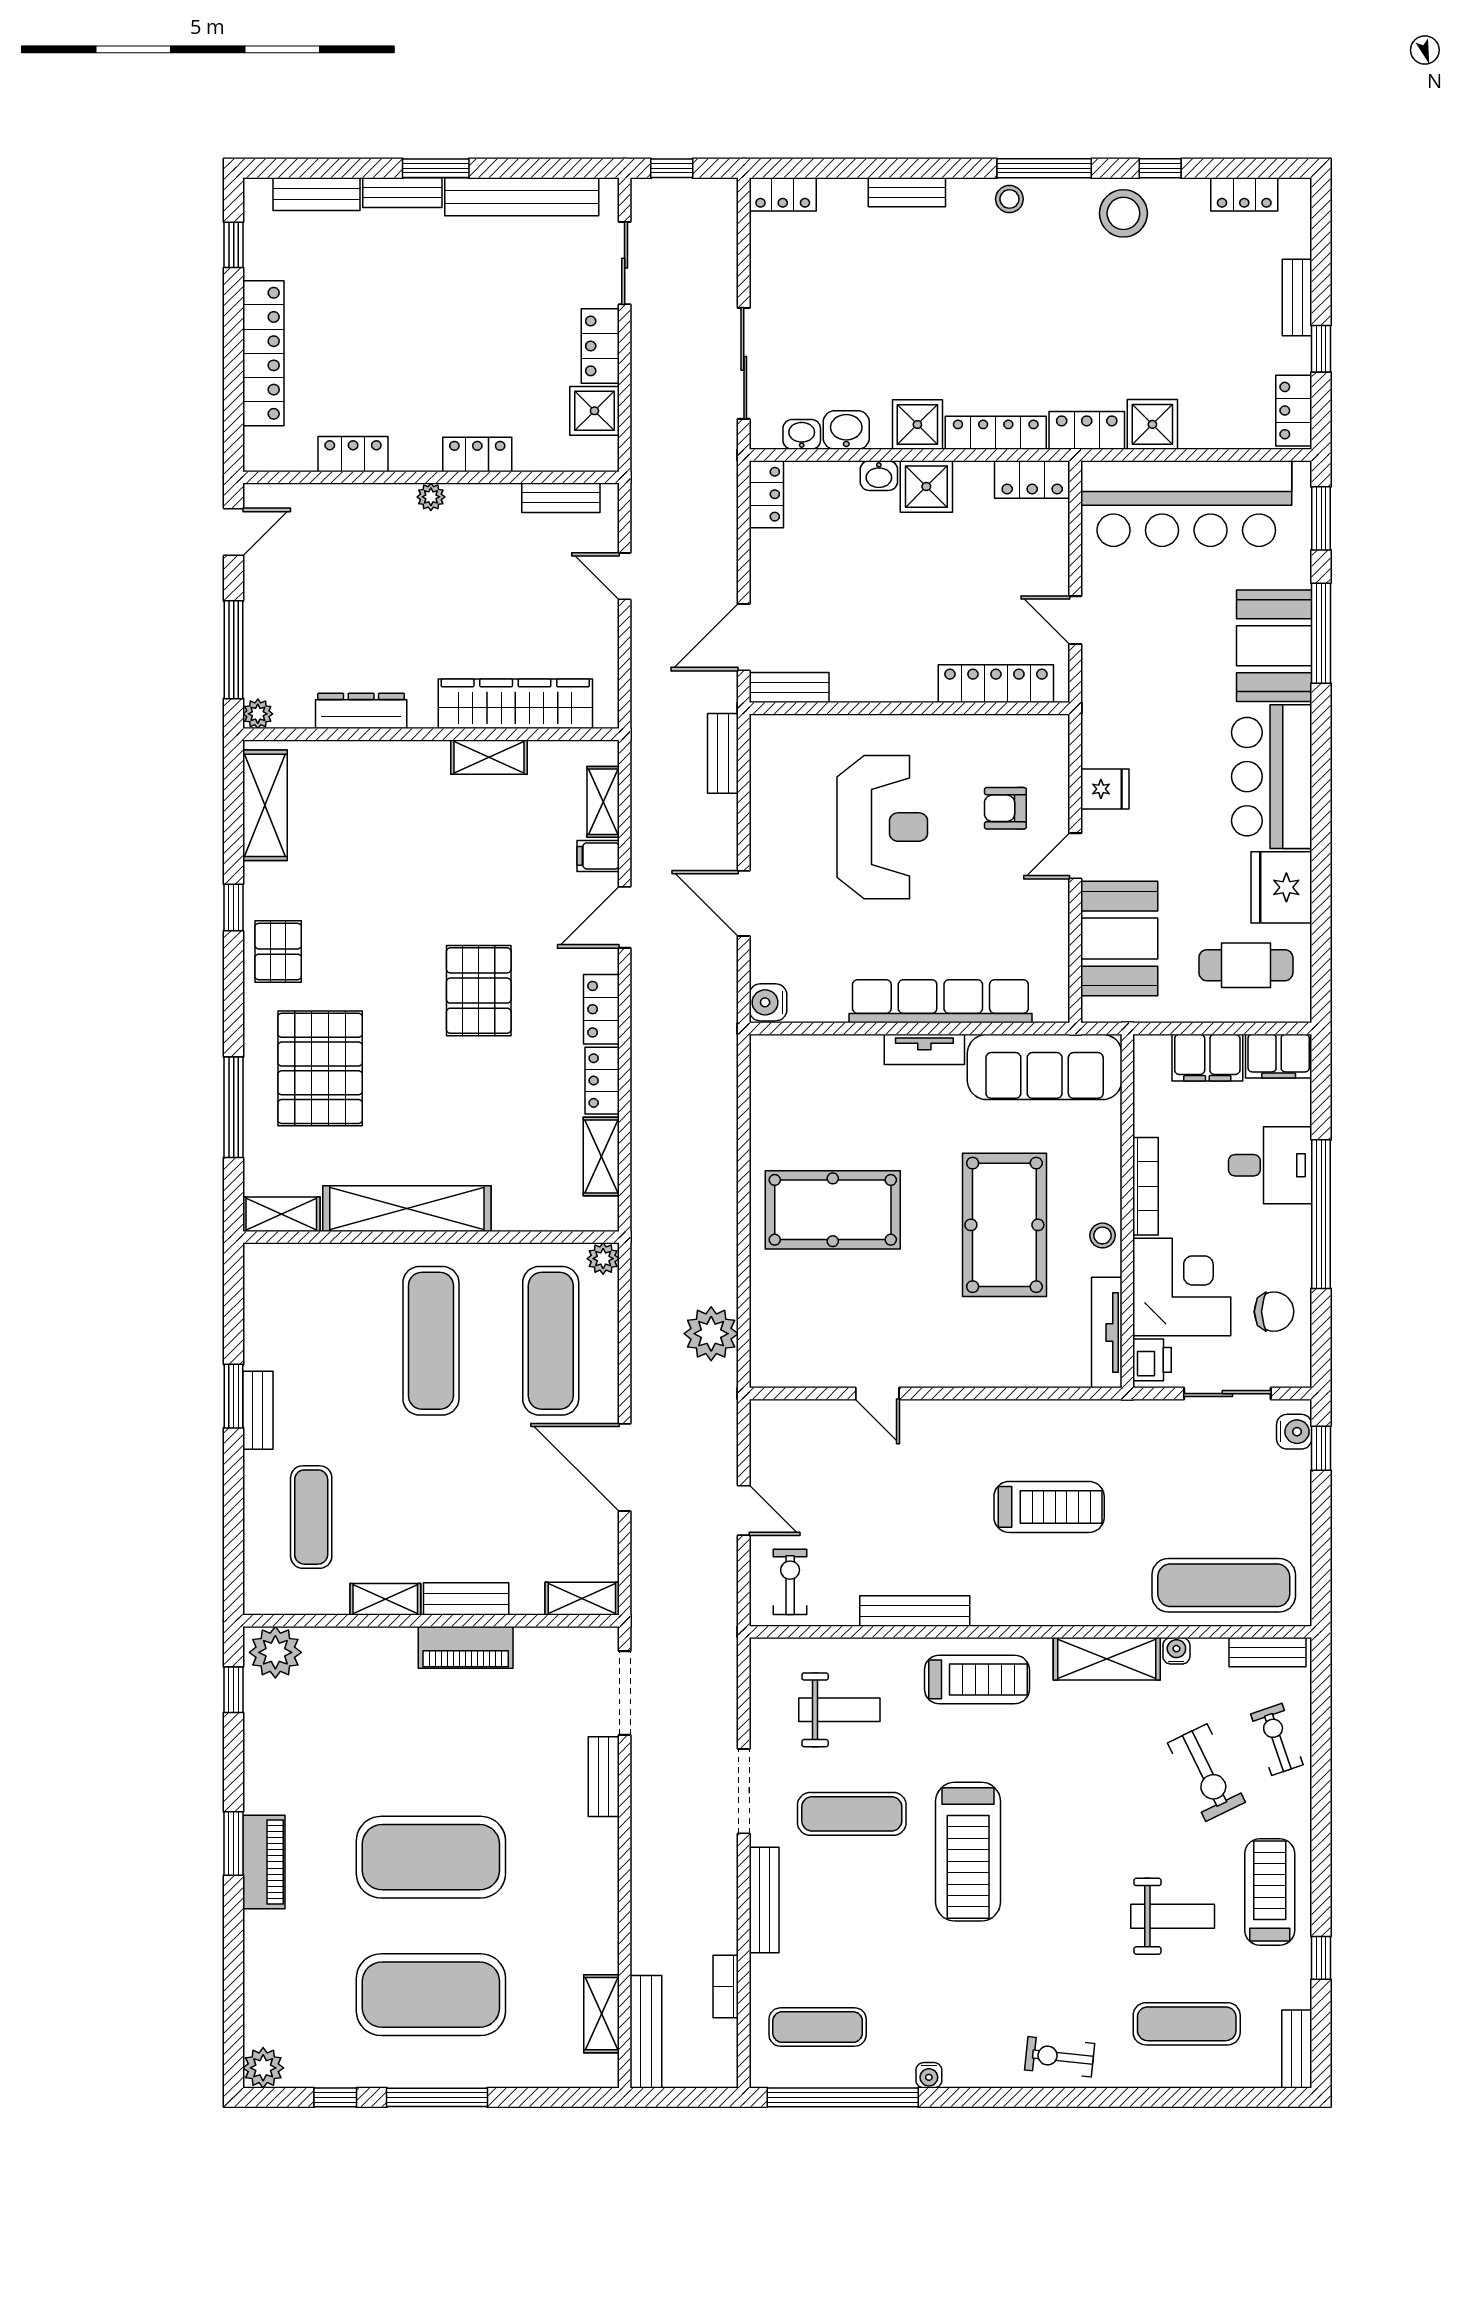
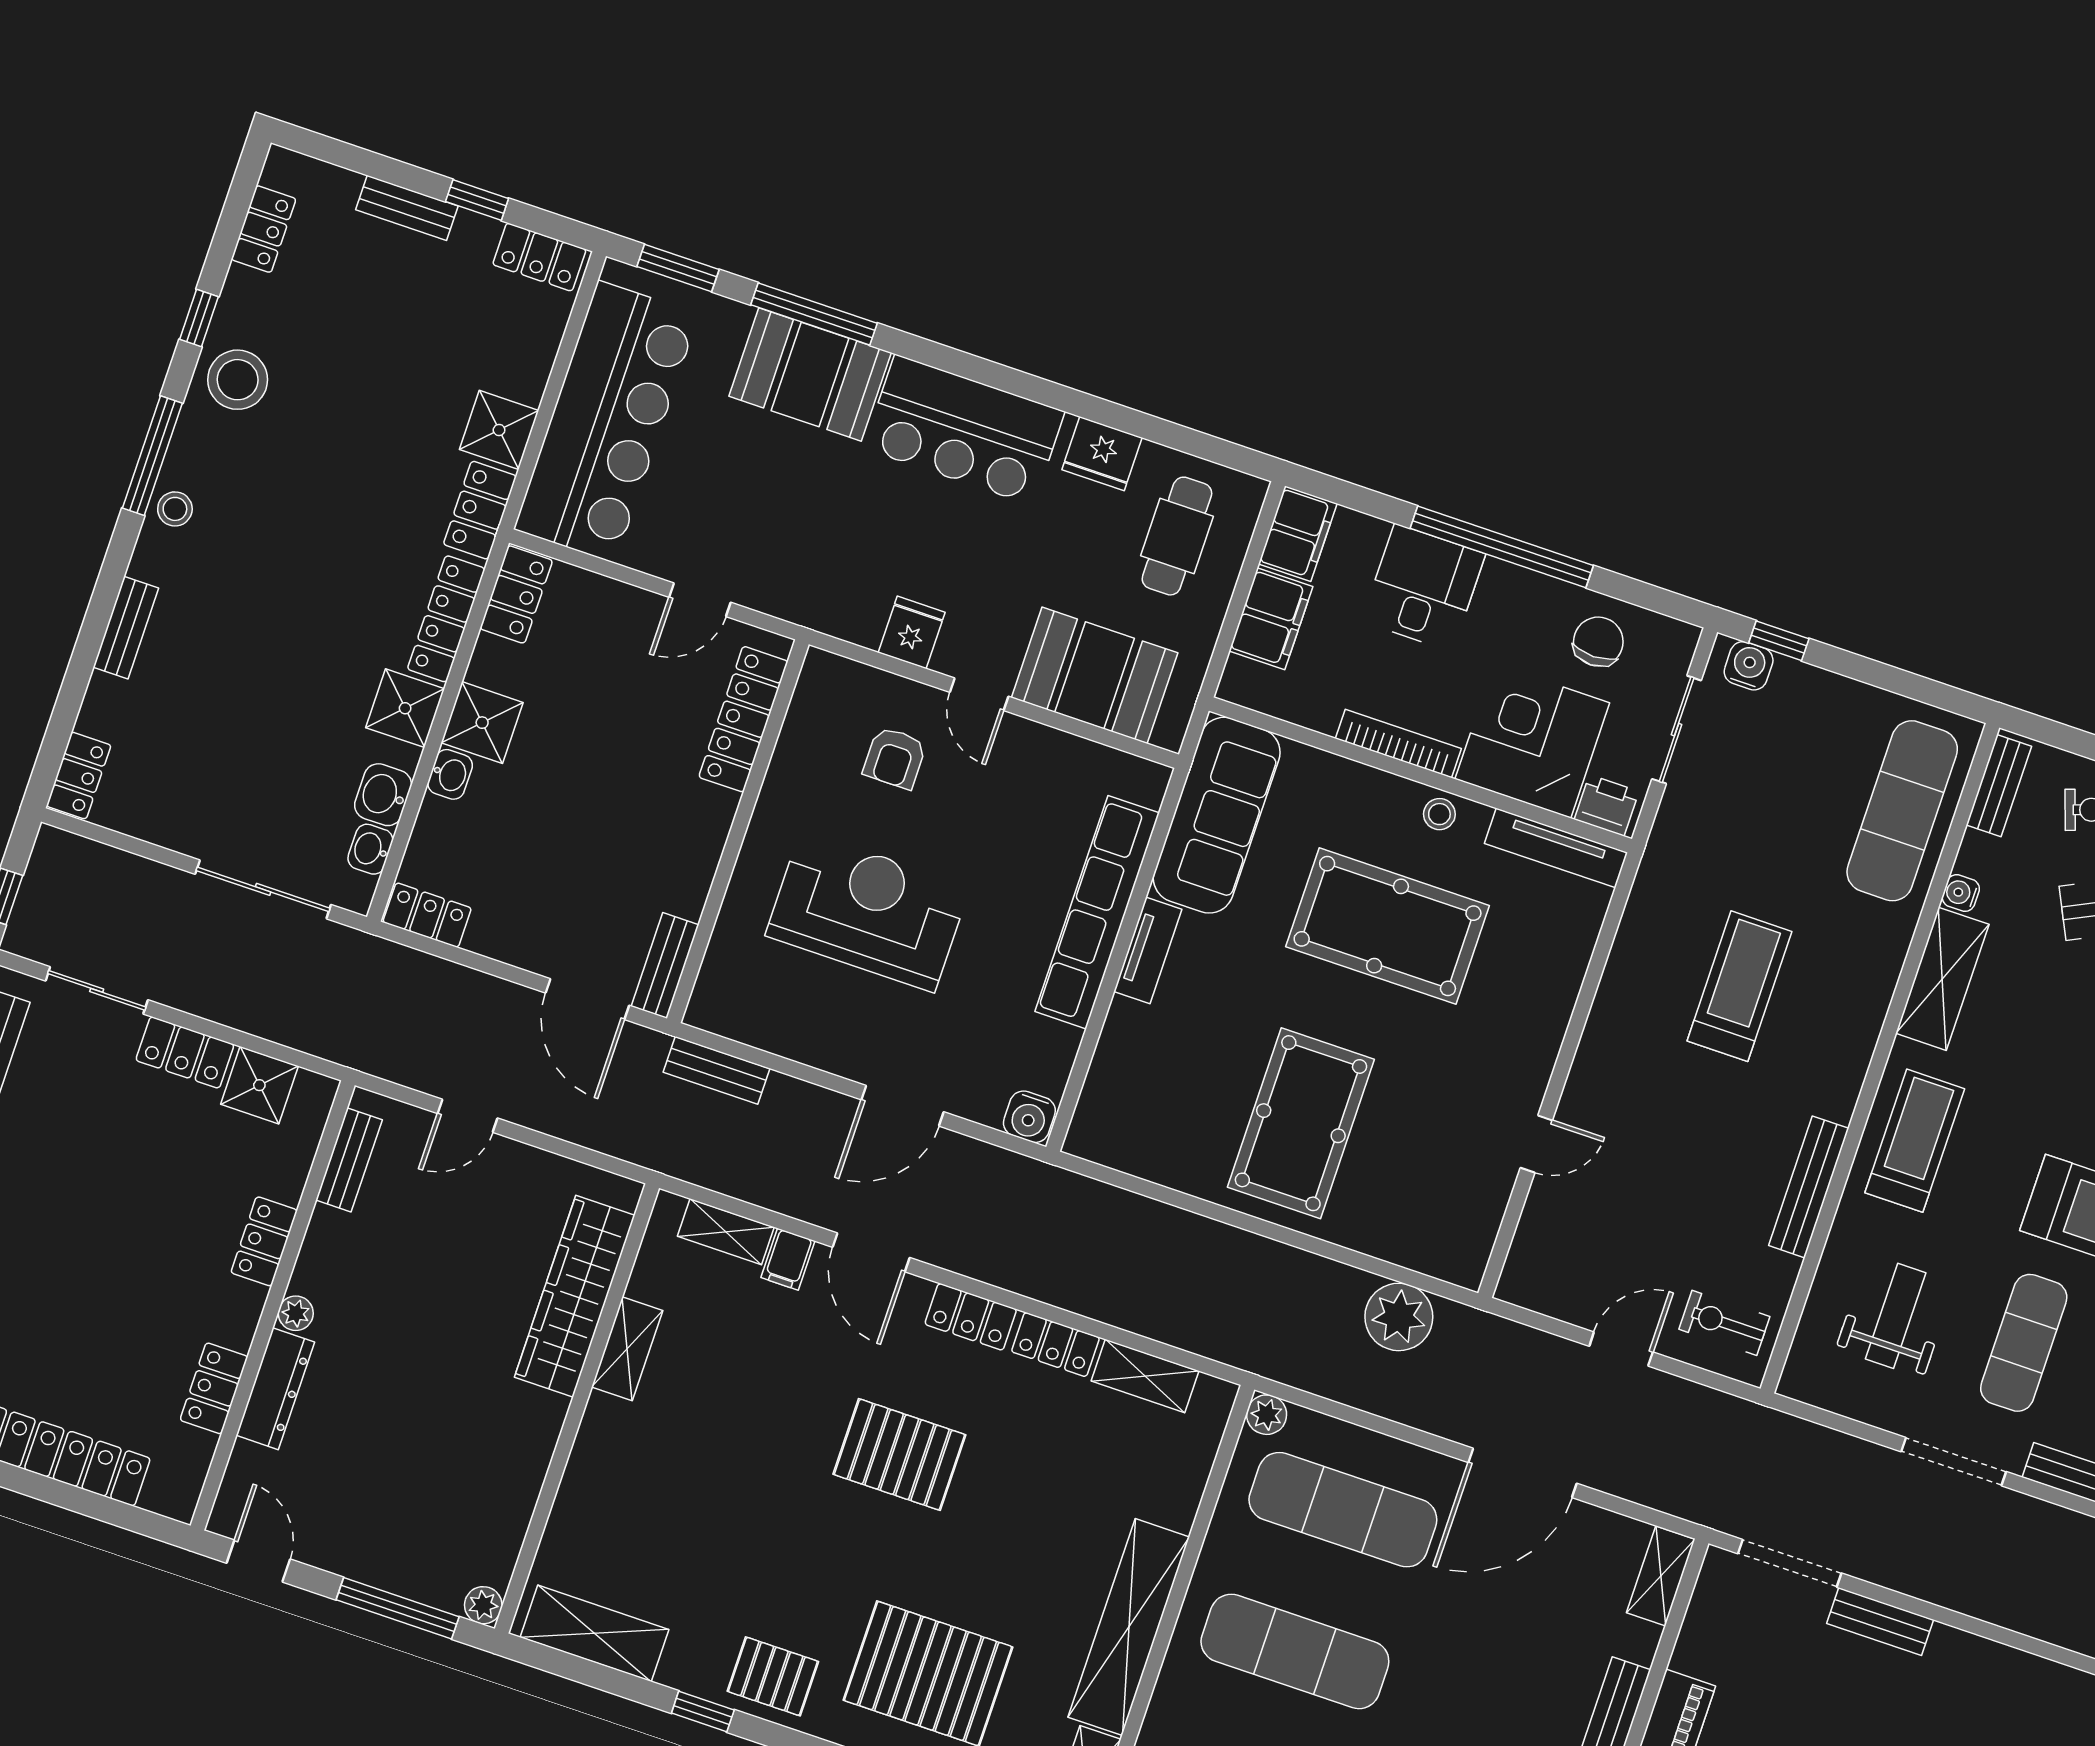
dresser: (361, 711) -> (275, 1389), moved, turned 180
fridge: (1281, 887) -> (1102, 454), width x0.73, depth x0.75

